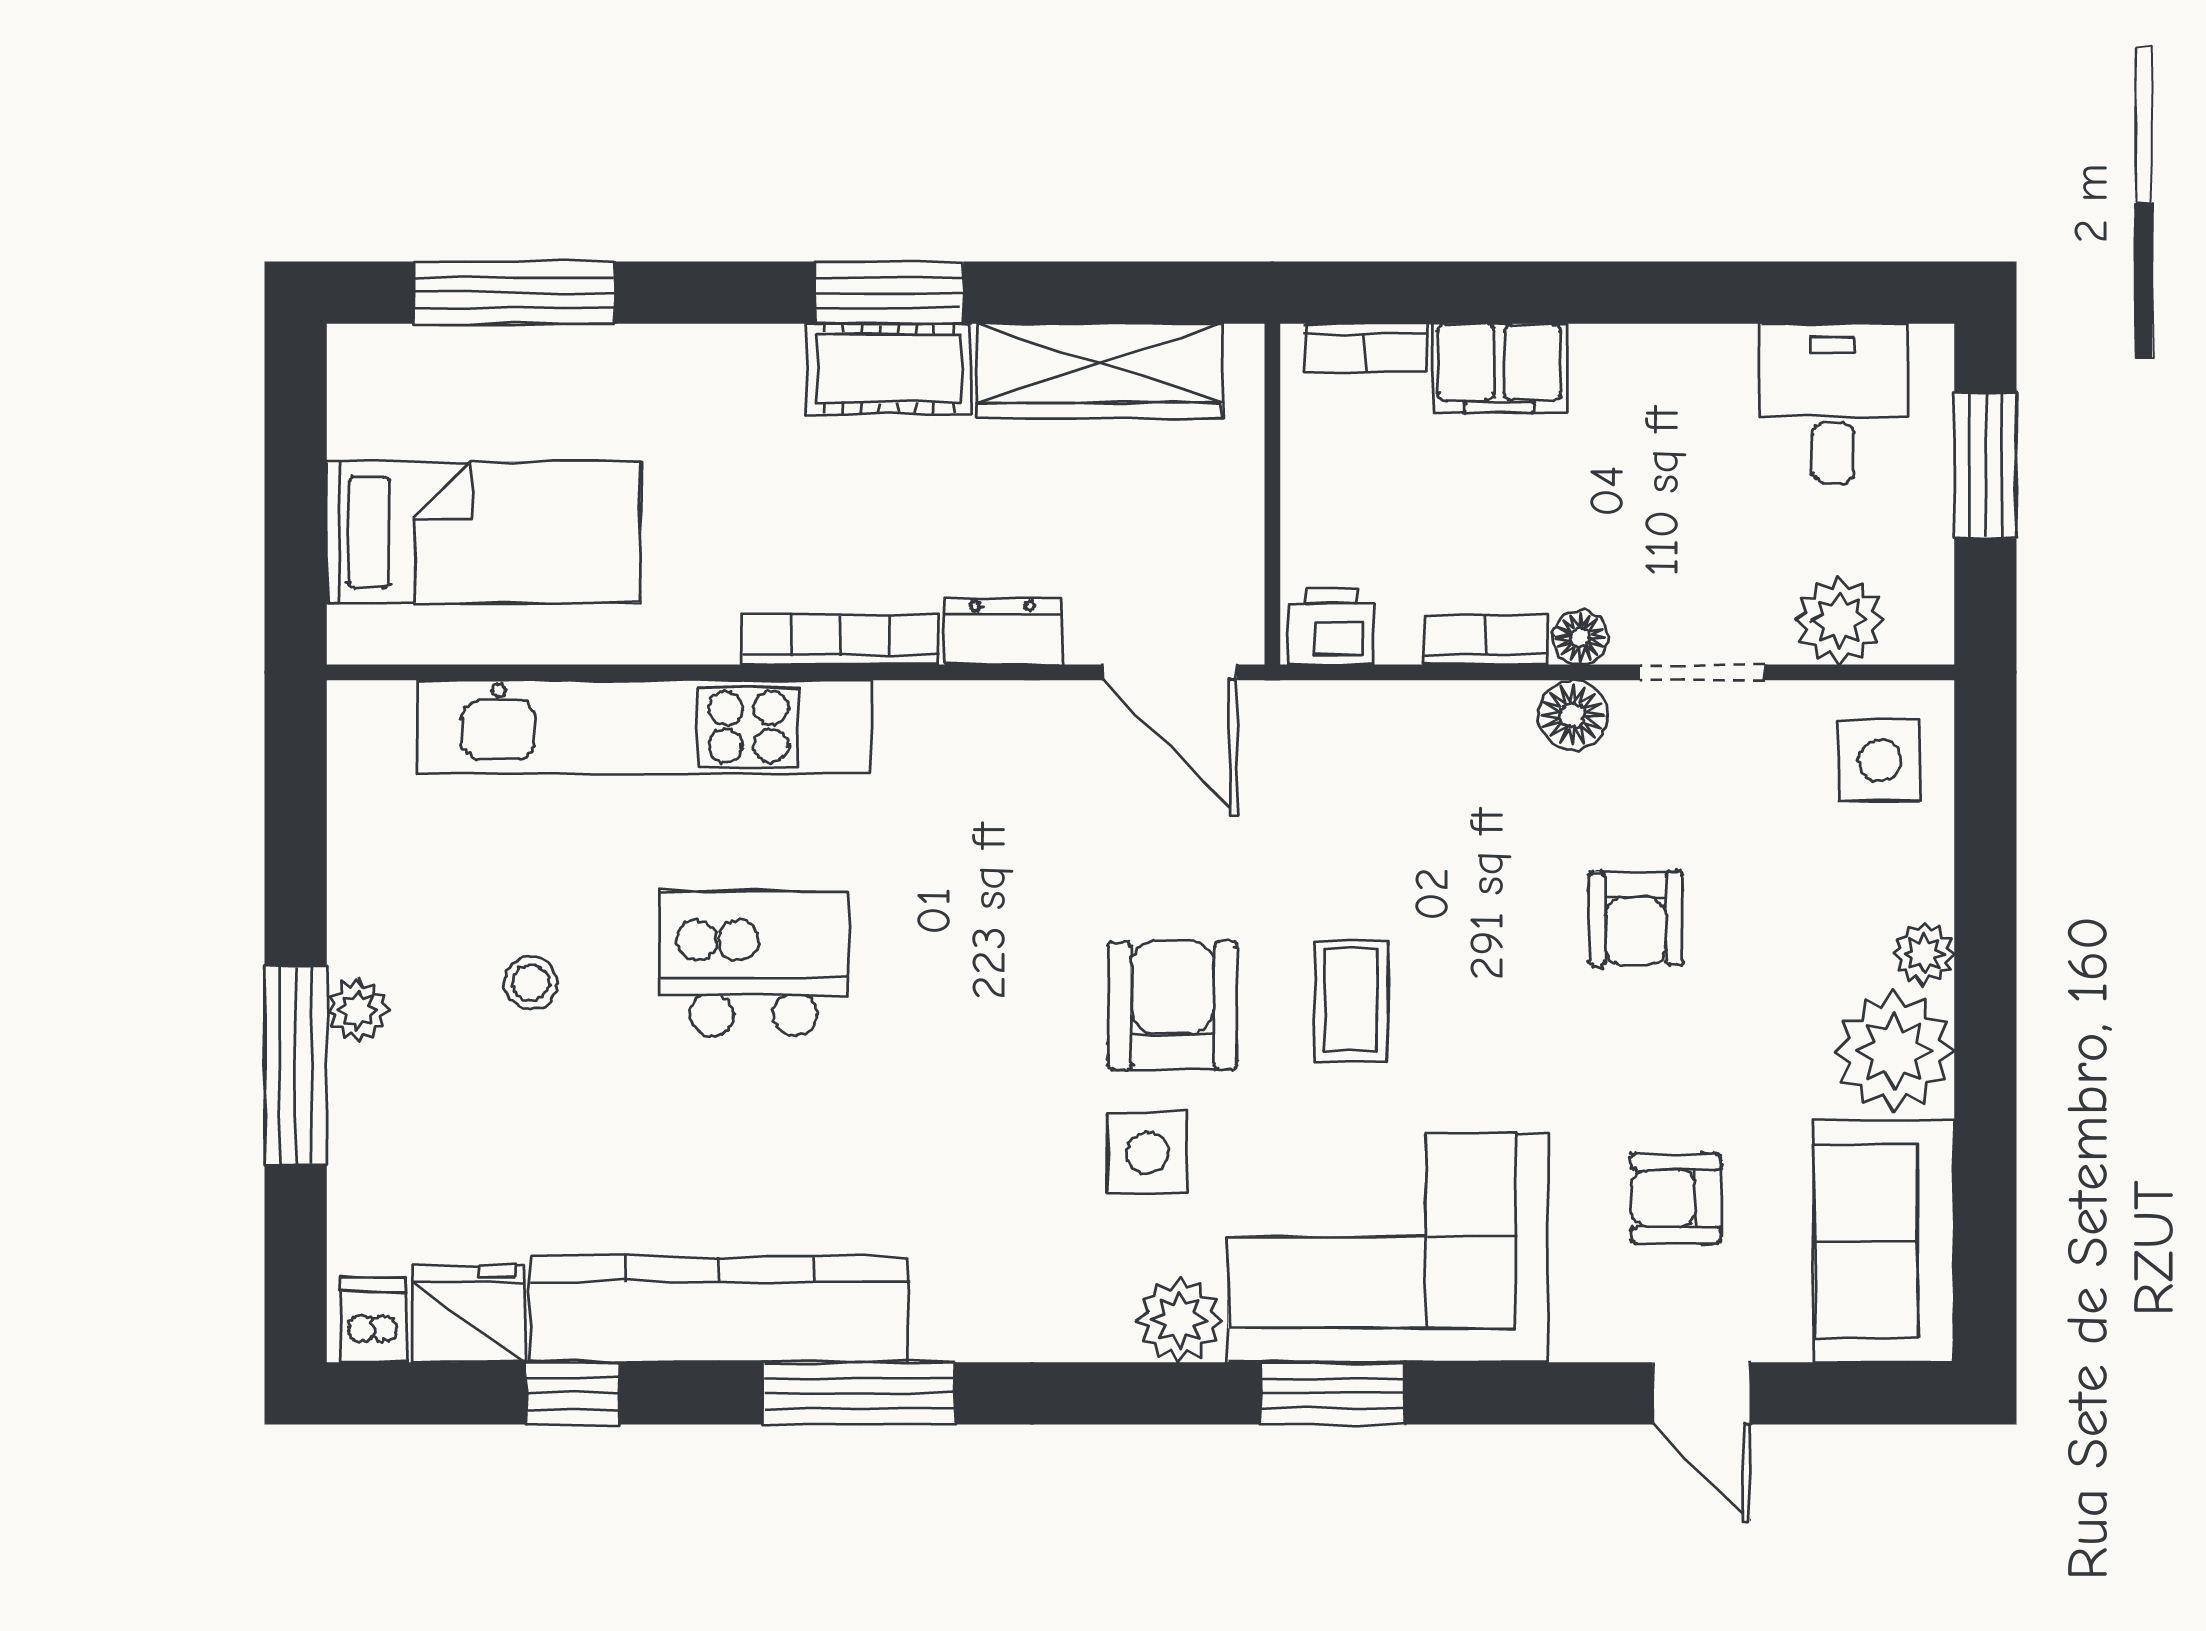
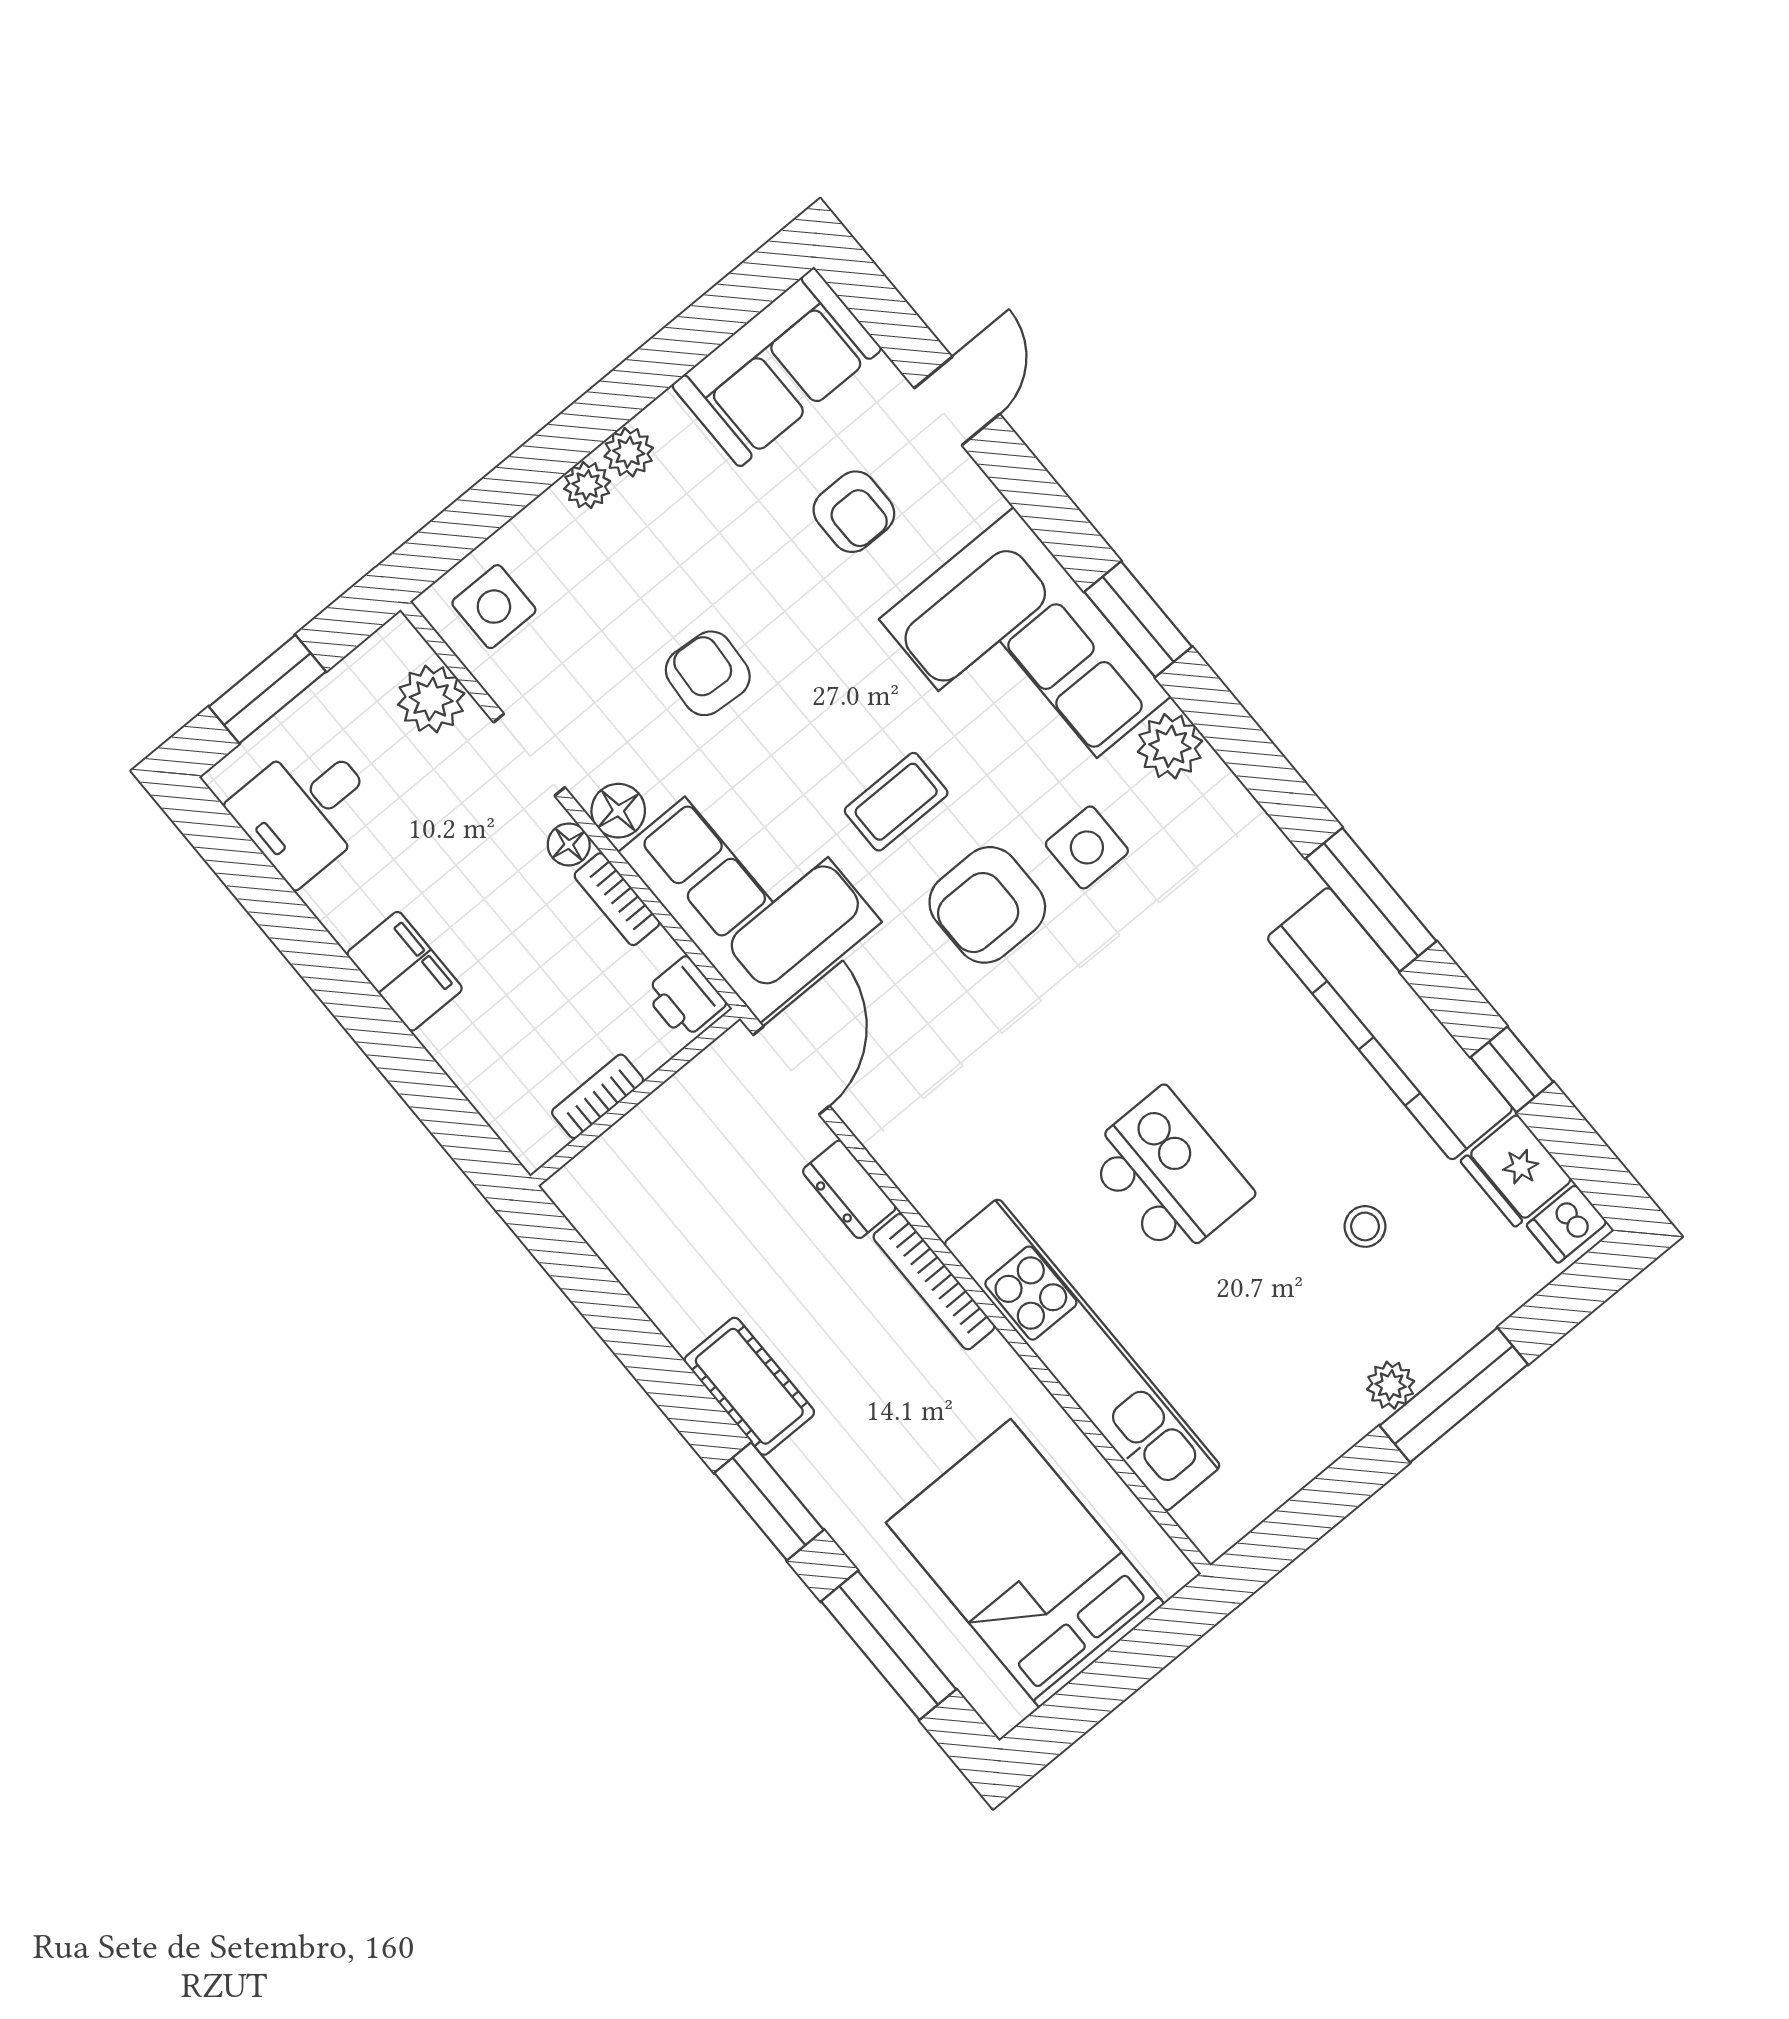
window: (889, 293) -> (769, 1501), moved
bookcase: (1365, 348) -> (598, 1096), moved, turned -90
filing cabinet: (1499, 368) -> (405, 971), moved
wardrobe: (1100, 371) -> (647, 1260), removed
bed: (483, 532) -> (1025, 1563), width x1.50
corner sofa: (1387, 783) -> (750, 887), added
armchair: (1636, 918) -> (708, 673), turned -86
kitchen island: (754, 963) -> (1168, 1174), turned 180
stool: (531, 983) -> (1365, 1226), moved
plant: (1894, 1051) -> (629, 452), width x0.53, depth x0.53

